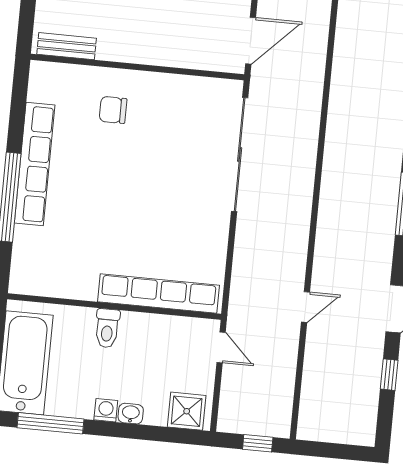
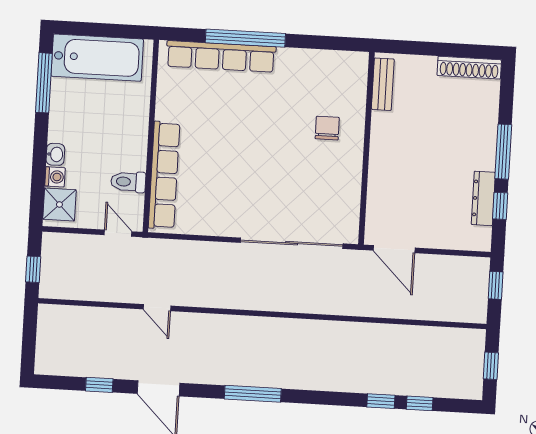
row of seats: (35, 164) -> (221, 56), moved
toilet: (107, 328) -> (128, 182), moved
door: (221, 347) -> (118, 233), swing flipped
washing machine: (106, 410) -> (55, 177), moved

